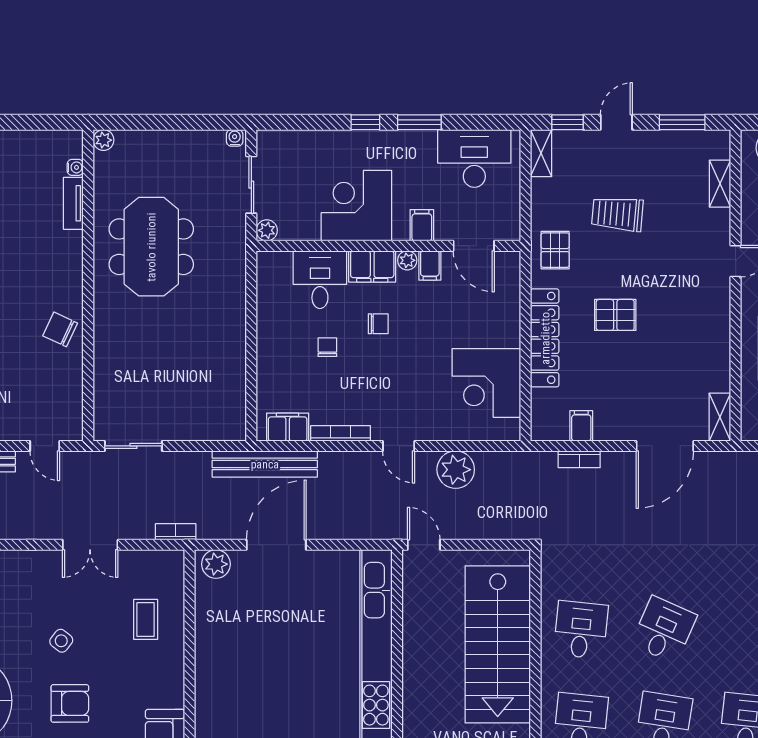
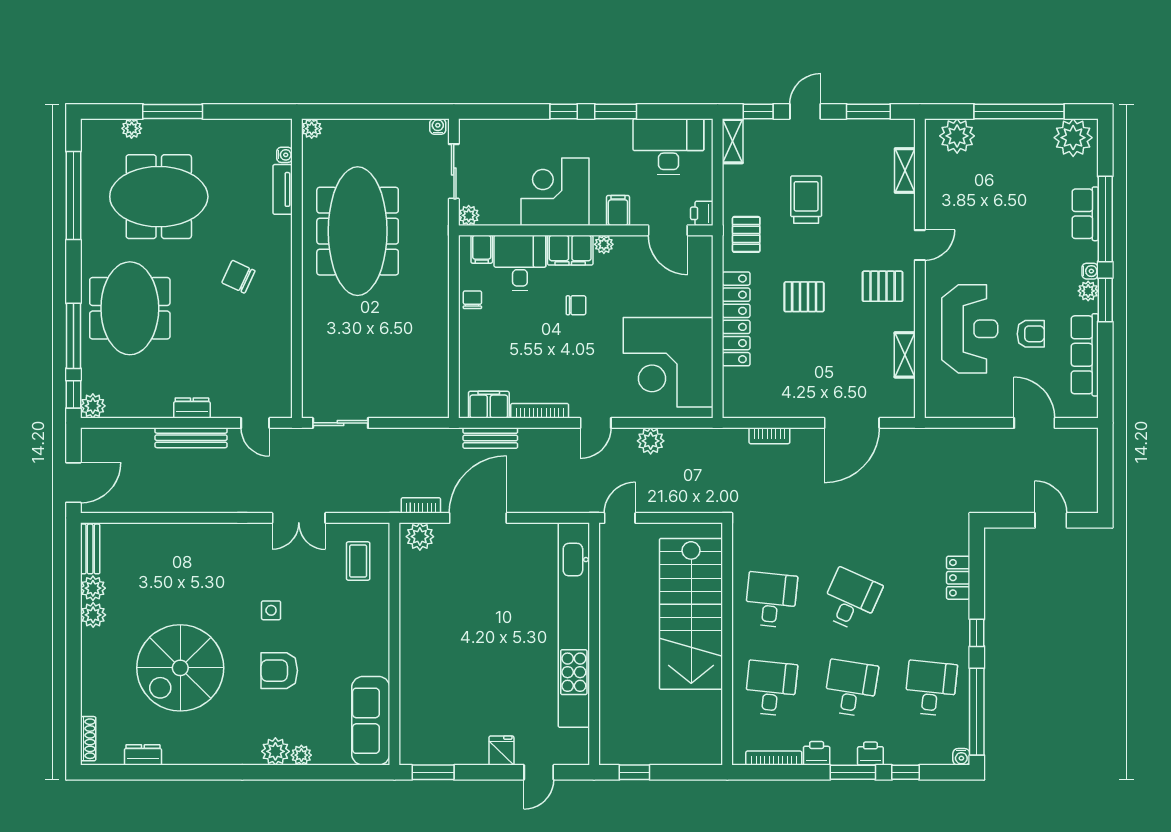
trolley: (617, 214) -> (806, 200), turned 85
printer: (509, 228) -> (702, 213), added
meeting table: (151, 247) -> (358, 231), width x1.36
filing cabinet: (430, 265) -> (482, 249), moved
pallet: (697, 304) -> (883, 286), added
chair: (60, 329) -> (238, 277), moved
chair: (327, 347) -> (472, 300), moved
corner desk: (486, 383) -> (668, 362), width x1.36, depth x1.36
shelving: (720, 417) -> (905, 355), moved
filing cabinet: (581, 426) -> (771, 404), removed
door: (399, 446) -> (596, 423), hinge flipped
bench: (265, 464) -> (490, 438), width x0.54, depth x0.82
plant: (456, 470) -> (651, 441), width x0.73, depth x0.73
bookcase: (176, 532) -> (421, 505), moved
door: (424, 545) -> (620, 518), hinge flipped
coffee table: (146, 619) -> (358, 561), moved
side table: (61, 641) -> (271, 610), turned -38
armchair: (70, 703) -> (279, 671), turned 180

